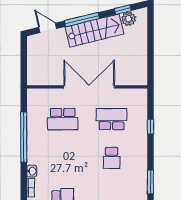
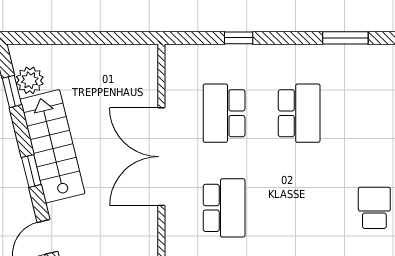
window: (82, 20) -> (31, 171), width x0.46
school desk: (112, 158) -> (299, 113), width x1.85

